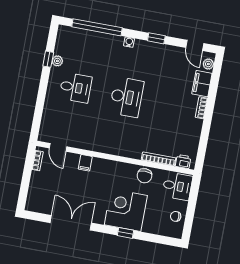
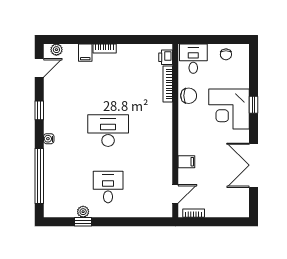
filing cabinet: (202, 84) -> (85, 53), width x0.50

